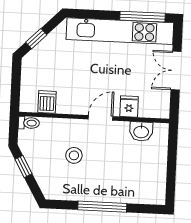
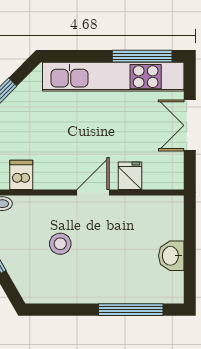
washbasin: (141, 131) -> (171, 256), moved, turned 90
window: (102, 207) -> (131, 310), moved

